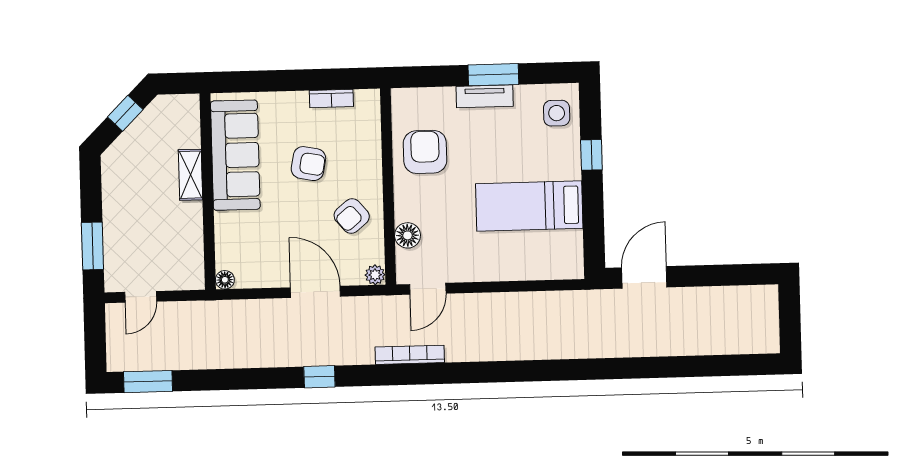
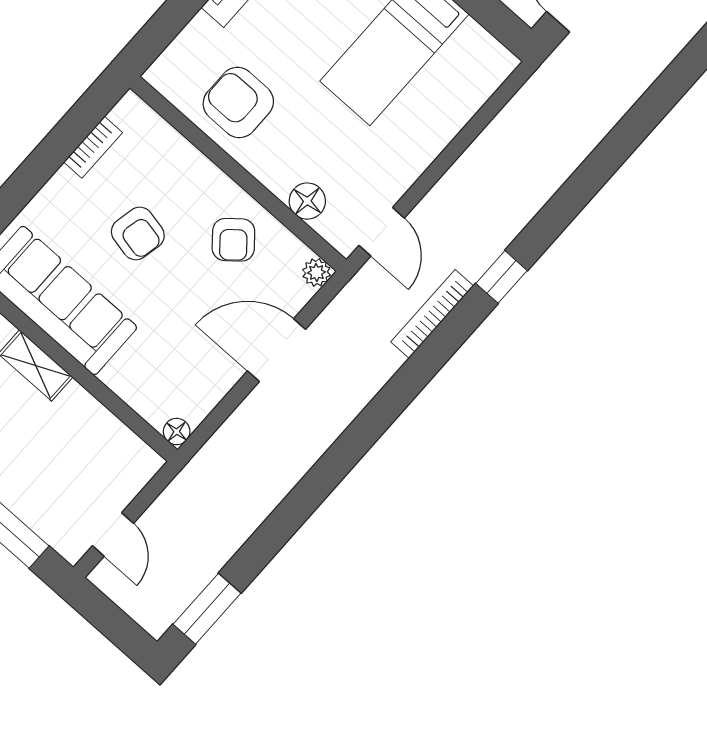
armchair: (308, 164) -> (138, 234), turned 91
window: (319, 377) -> (502, 277), moved

